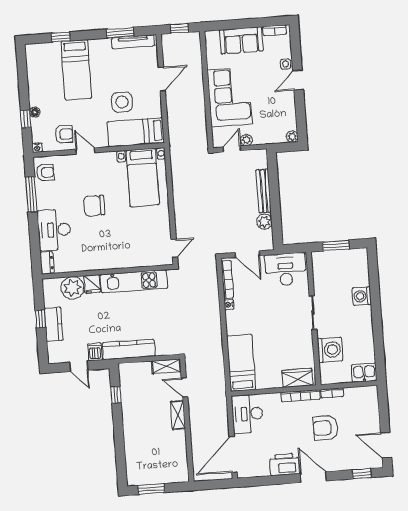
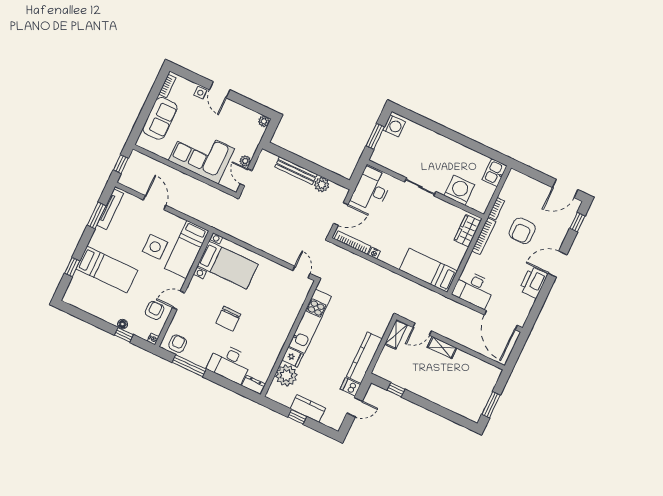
washing machine: (362, 296) -> (394, 126), moved, turned -90

